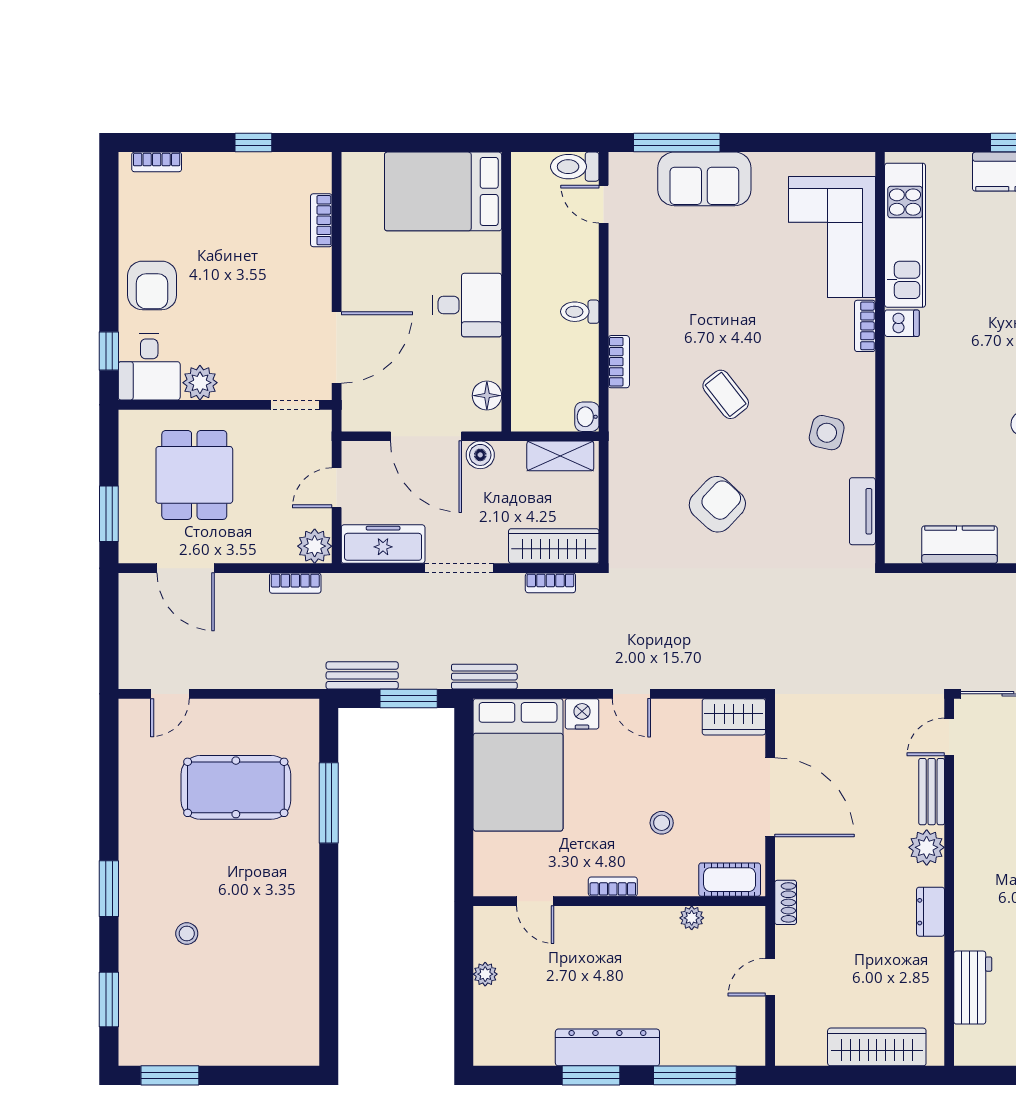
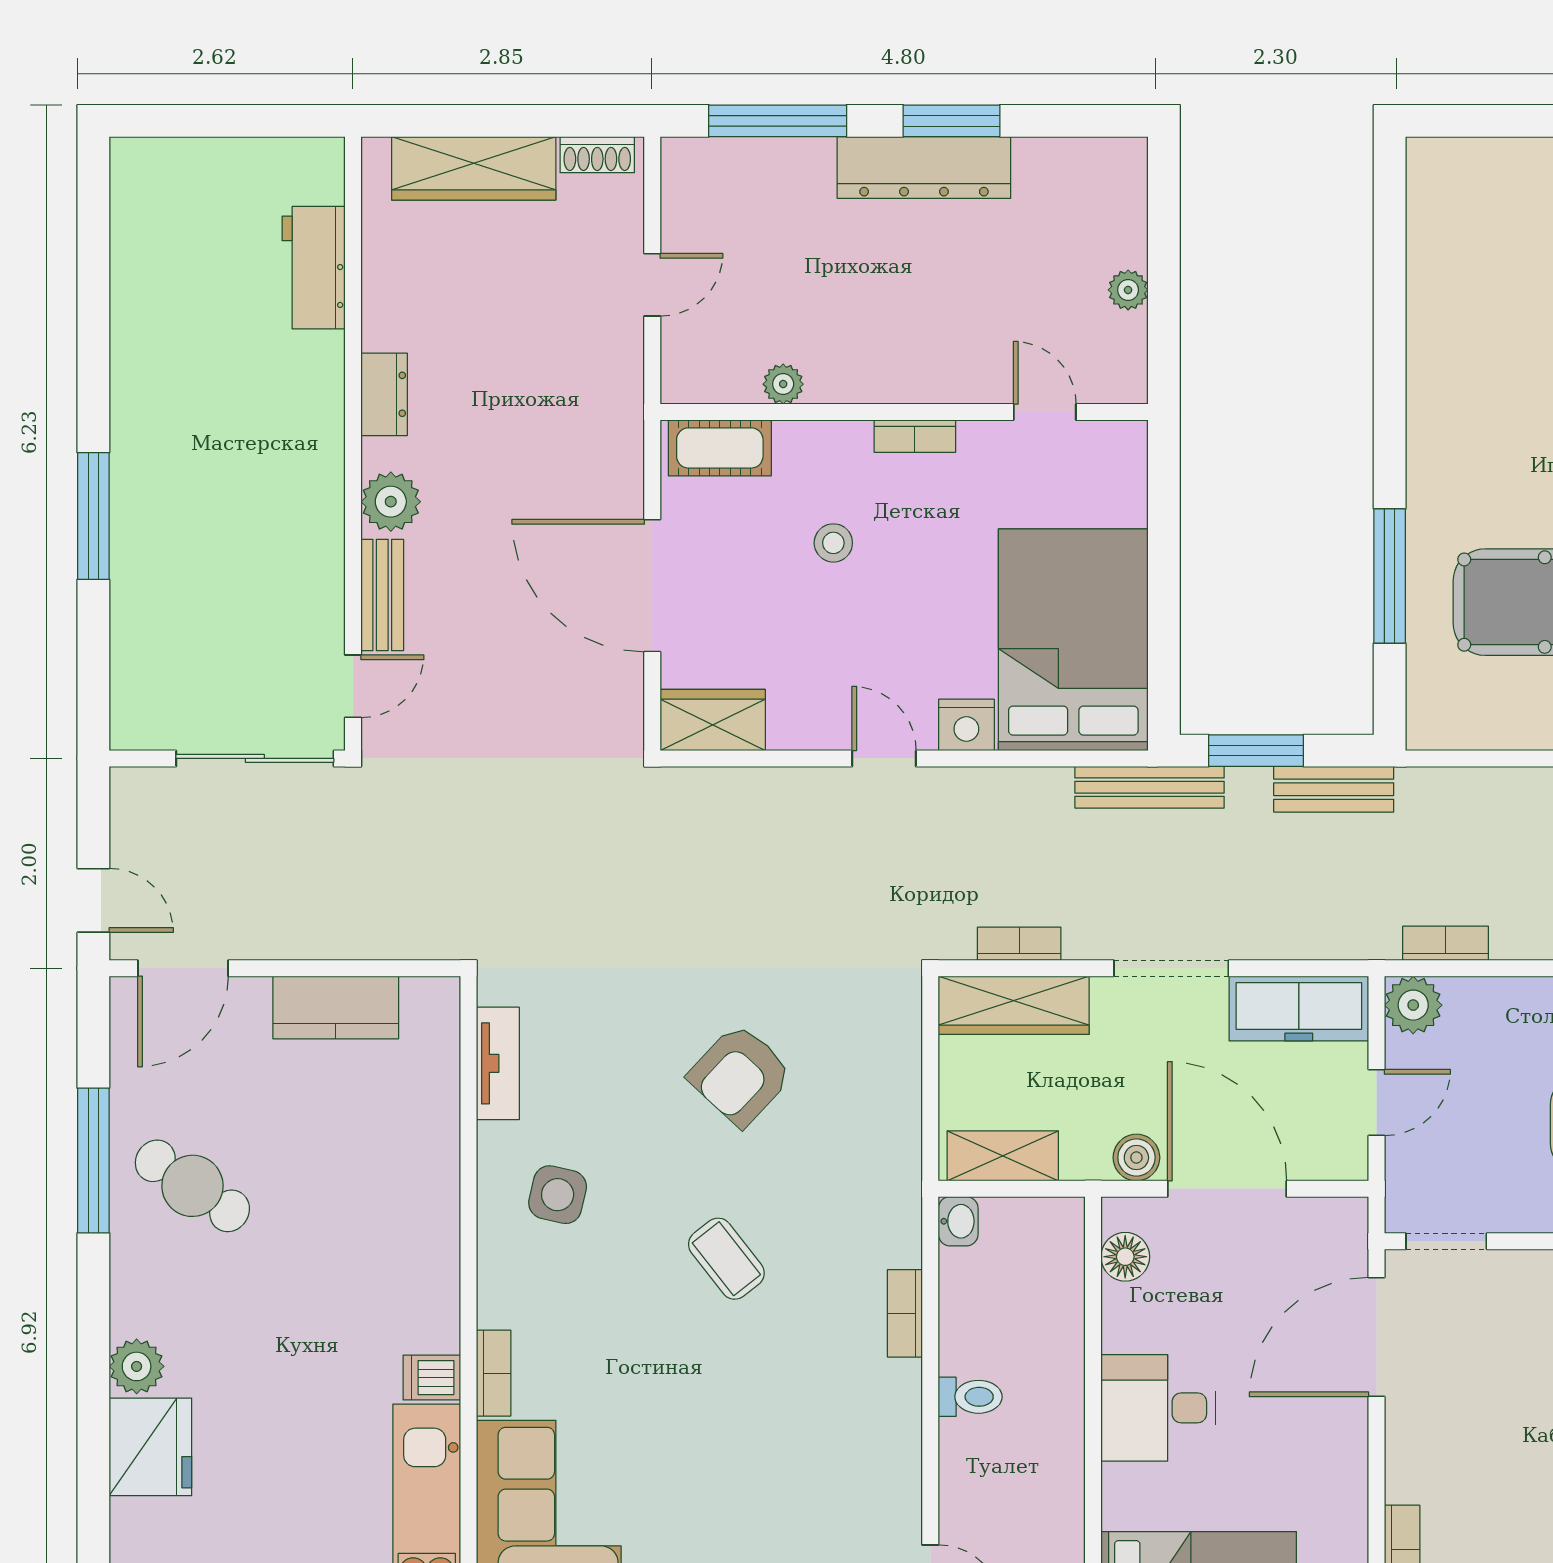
bench: (484, 677) -> (1150, 787), width x1.36
shoe rack: (786, 902) -> (597, 155), moved, turned -90

